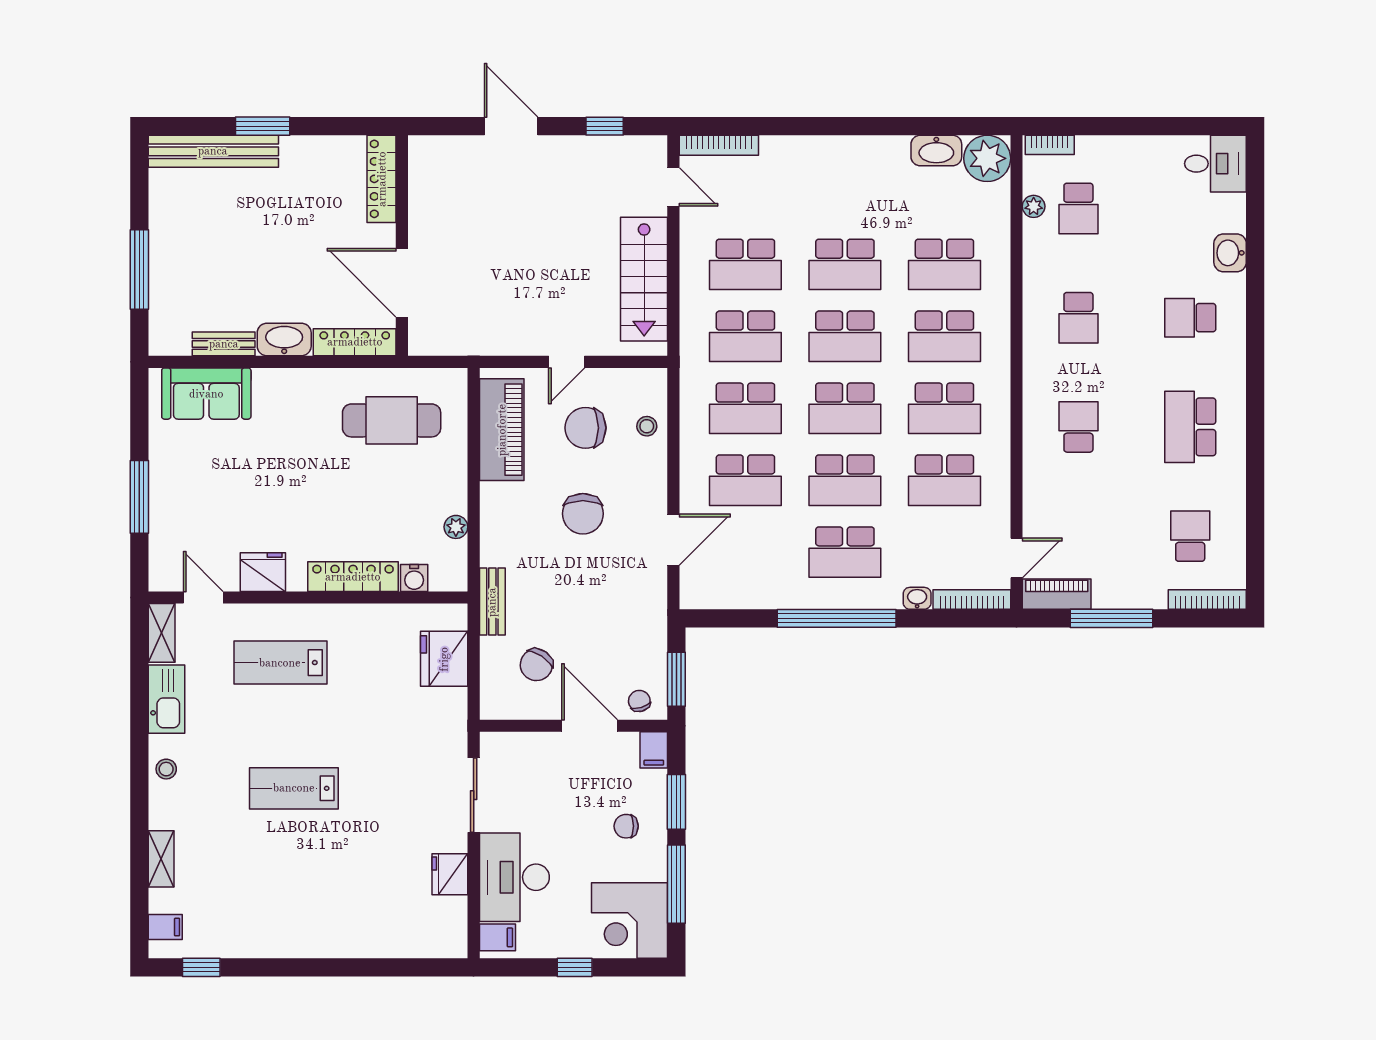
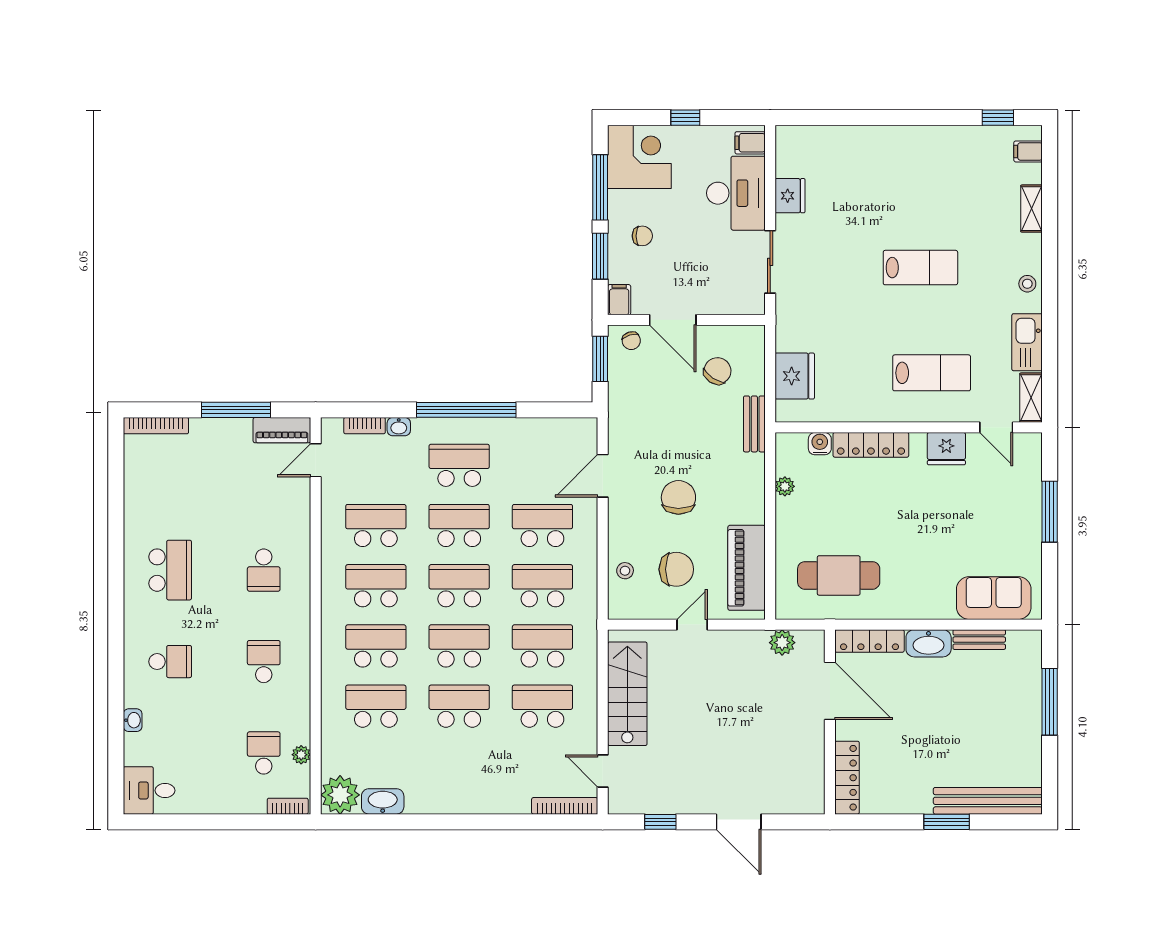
washbasin: (1230, 253) -> (133, 720), width x0.72, depth x0.69
plant: (459, 340) -> (782, 643), added
school desk: (1190, 536) -> (170, 479), removed
bookcase: (972, 600) -> (365, 426), width x0.64

